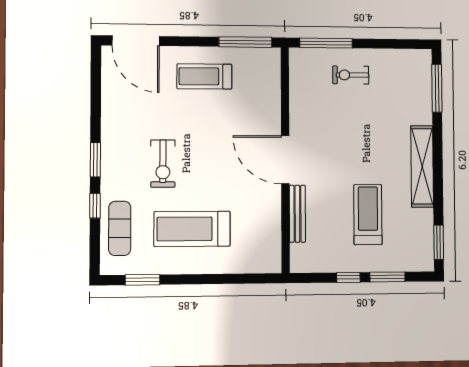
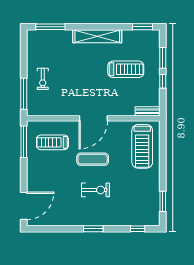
treadmill: (204, 76) -> (52, 142), moved, turned 90
window: (95, 206) -> (138, 229), moved
bench: (297, 214) -> (147, 111), moved, width x0.73
treadmill: (368, 215) -> (126, 69), turned 180
exercise mat: (120, 228) -> (93, 159), moved
treadmill: (192, 229) -> (142, 146), moved

